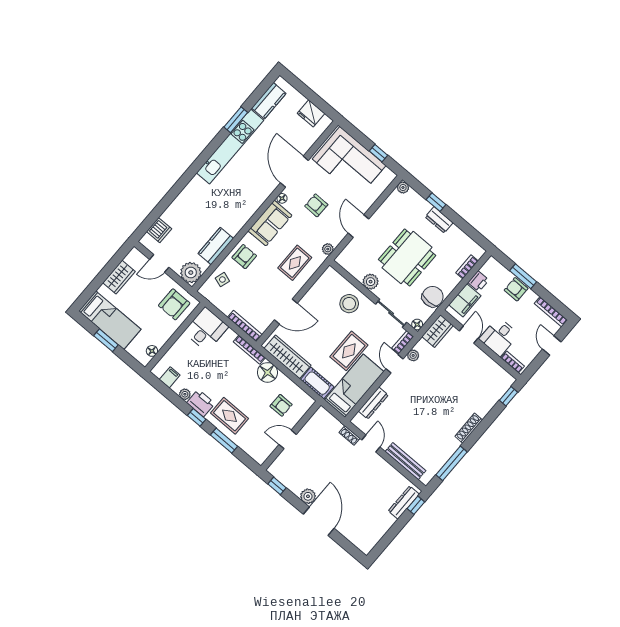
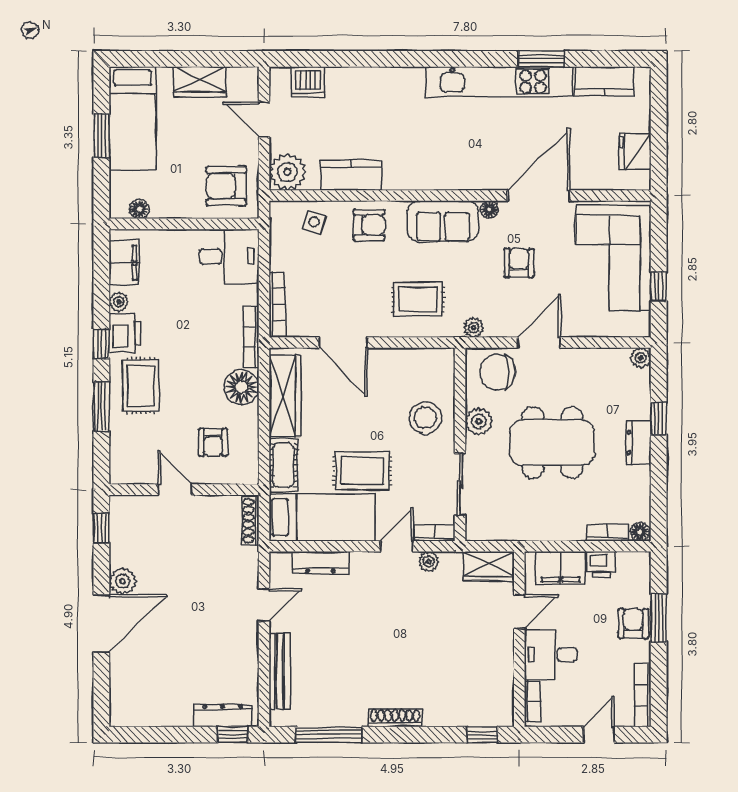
chair: (433, 297) -> (498, 372), moved, turned 180
floor lamp: (417, 324) -> (640, 532), moved
filing cabinet: (170, 377) -> (124, 263), width x2.00
shoe rack: (350, 435) -> (250, 521), moved, width x1.43

